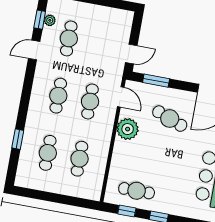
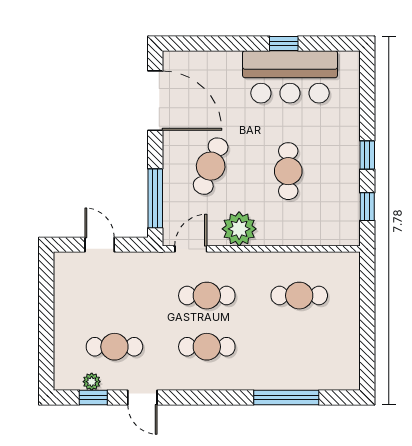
door: (131, 54) -> (100, 245), moved
window: (156, 81) -> (155, 198), width x1.44
window: (18, 139) -> (286, 398), width x2.17
cafe table: (48, 153) -> (299, 347), removed
cafe table: (137, 191) -> (288, 171), moved

